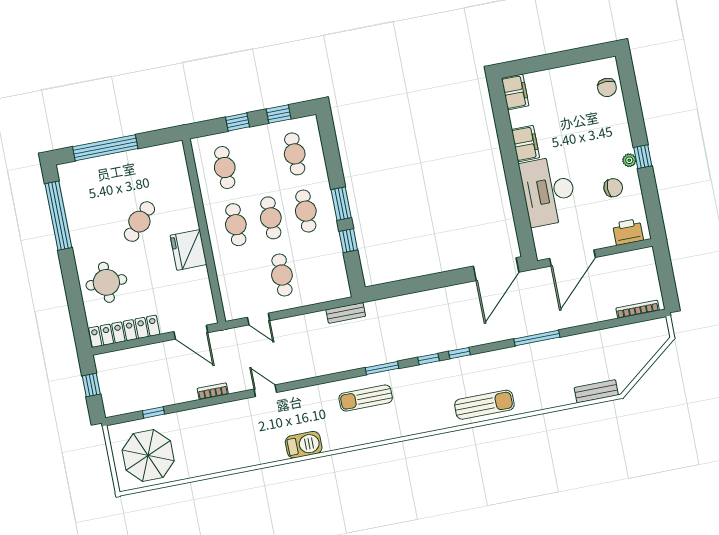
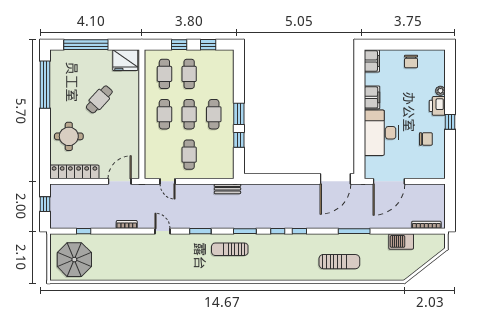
chair: (607, 87) -> (411, 61), moved
cafe table: (295, 154) -> (189, 74), moved
plant: (629, 160) -> (440, 91), moved
printer: (628, 232) -> (437, 106), moved, turned -90
fridge: (188, 250) -> (125, 60), moved, turned -90
door: (191, 332) -> (120, 181), swing flipped
window: (319, 380) -> (200, 231), added
bench: (596, 391) -> (387, 275), removed
sun lounger: (484, 405) -> (339, 262), moved
barbecue: (304, 445) -> (401, 241), moved, turned 180

